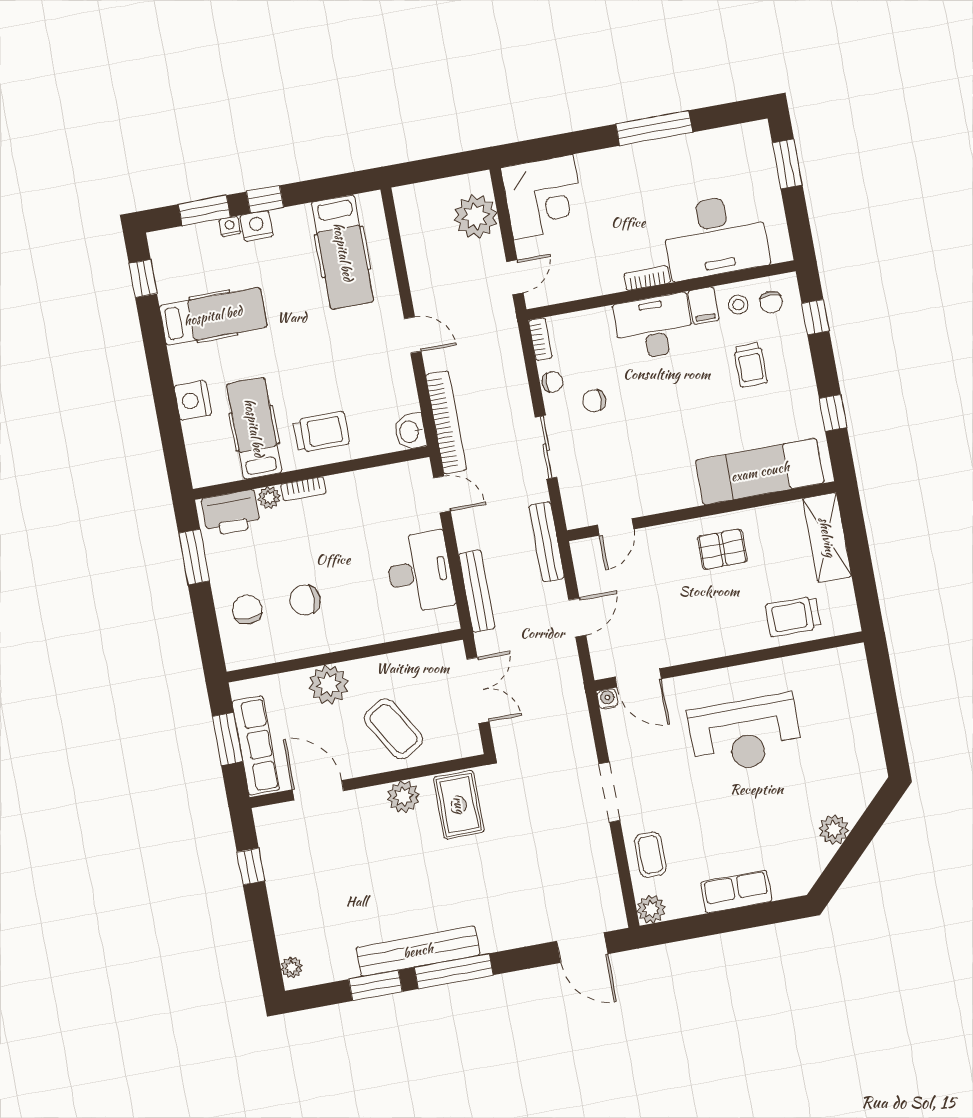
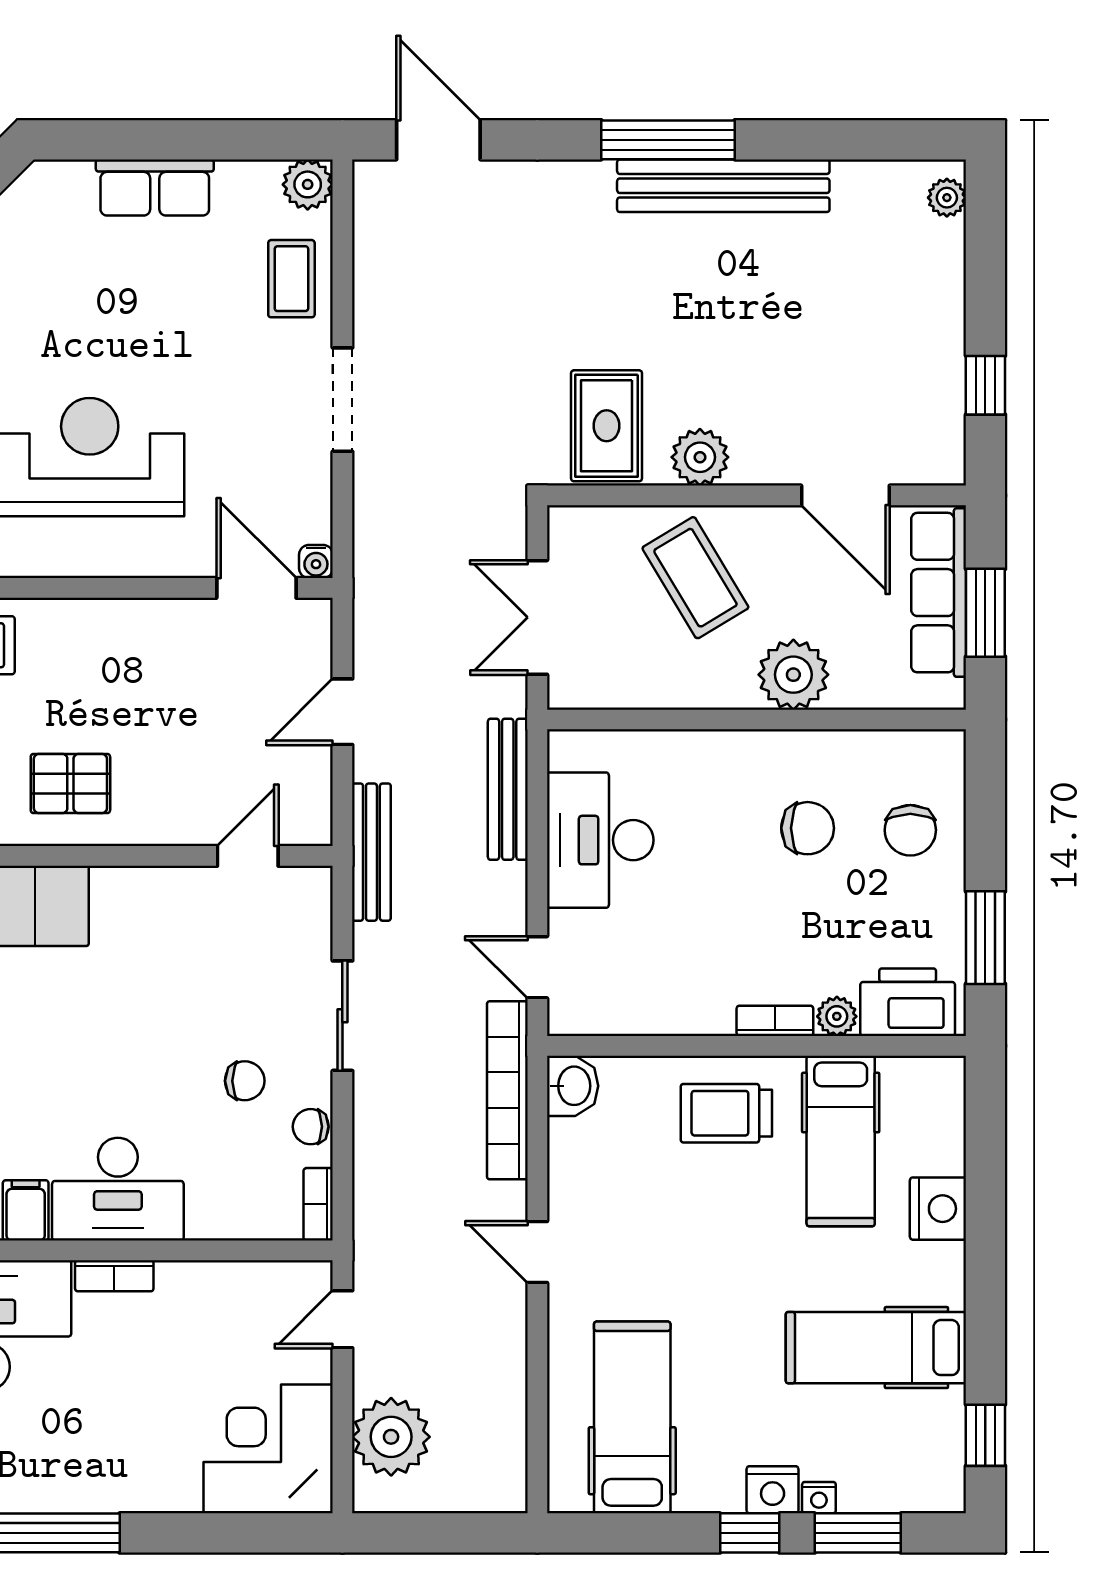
window: (375, 985) -> (808, 140), removed

